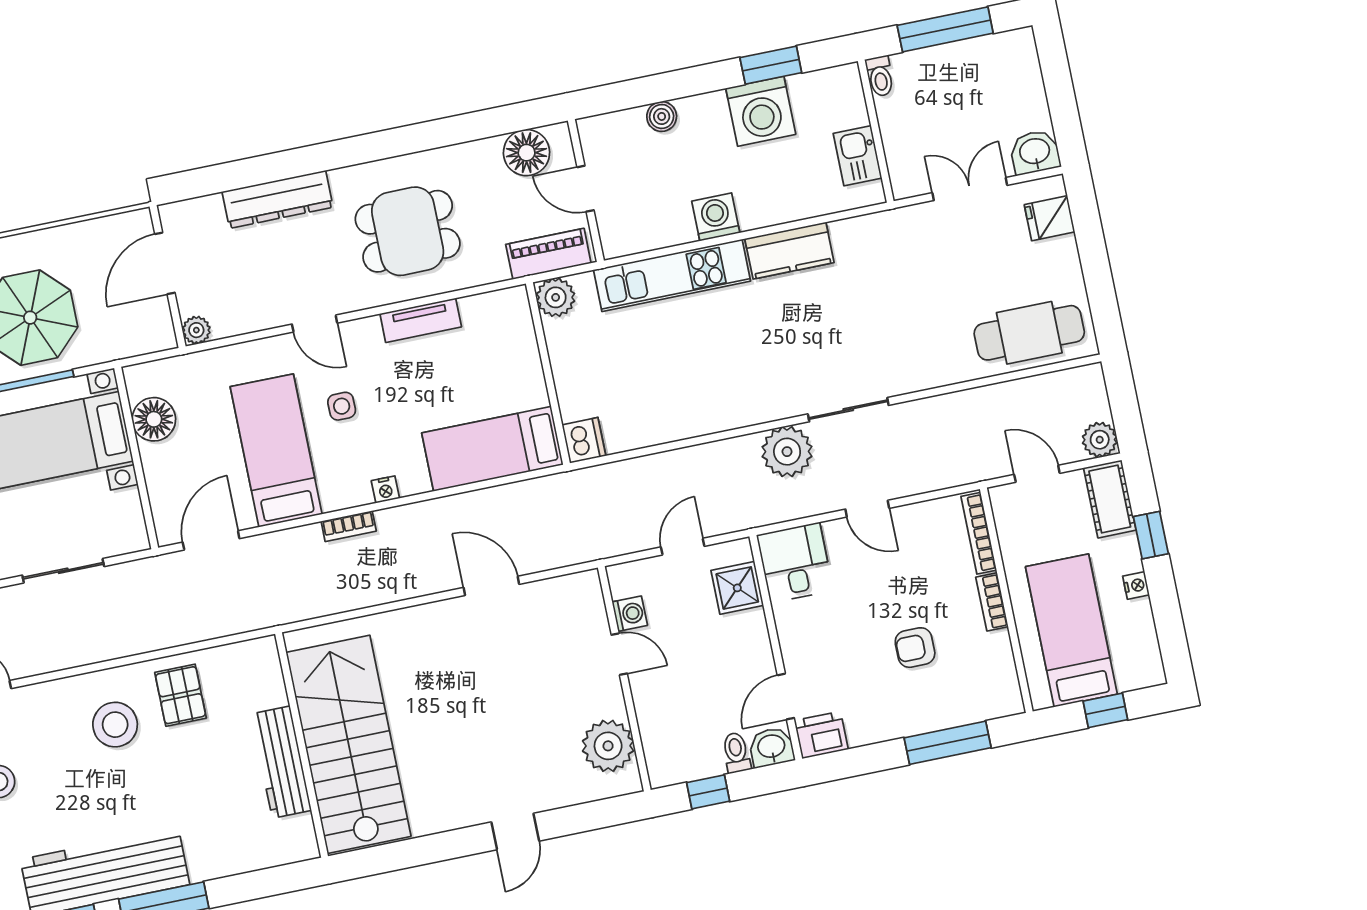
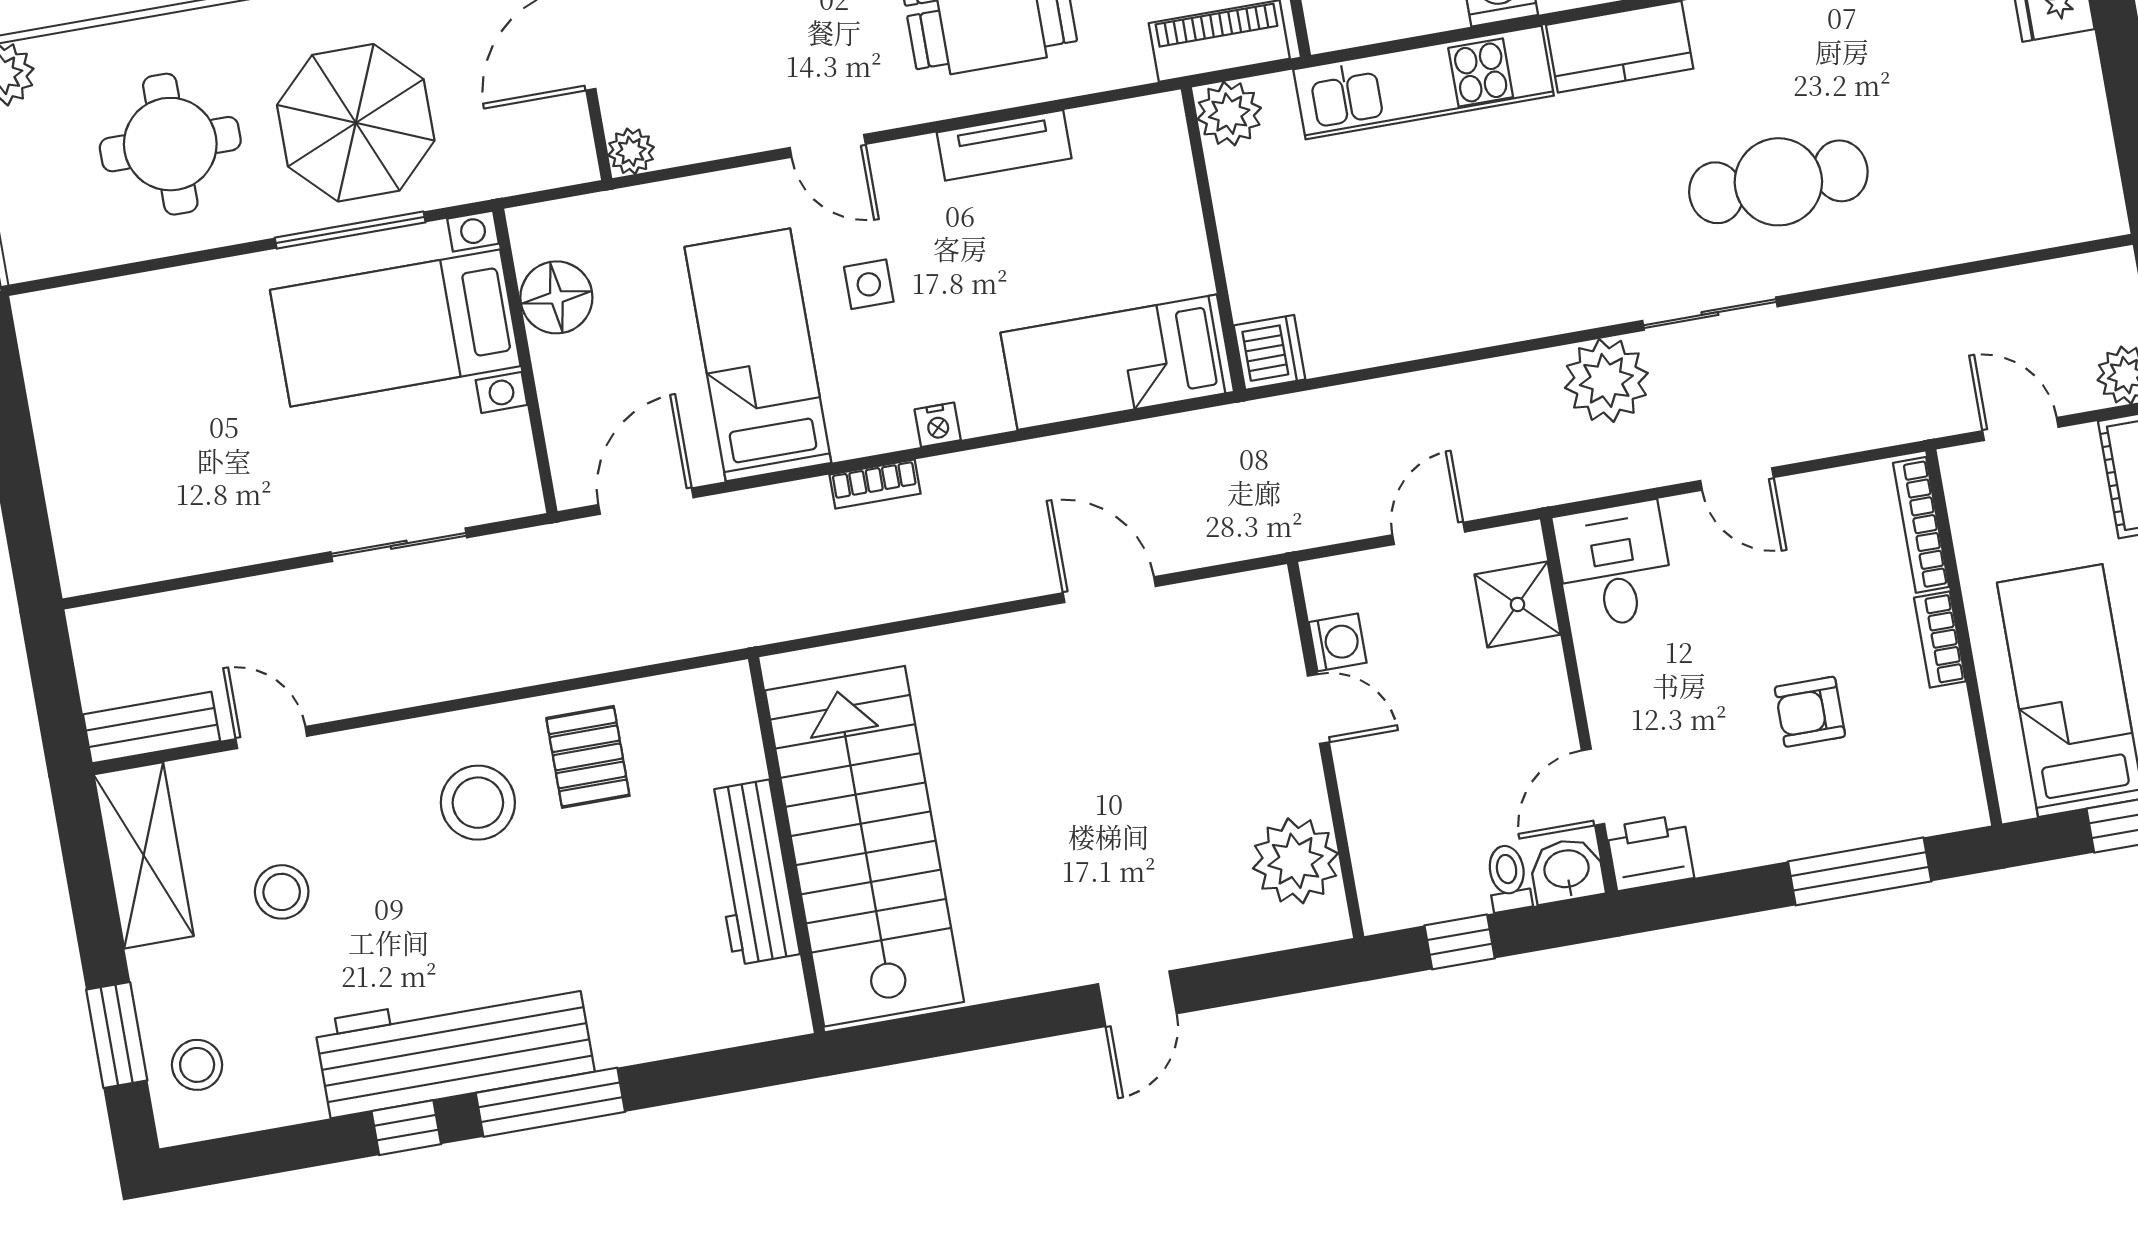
cafe table: (1029, 333) -> (1778, 182), moved

